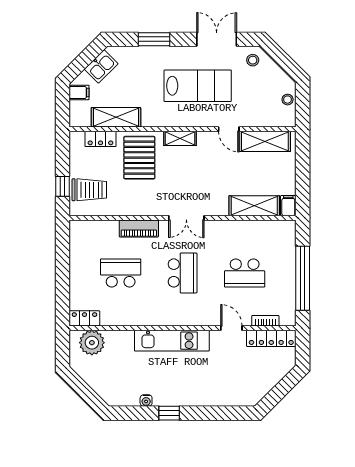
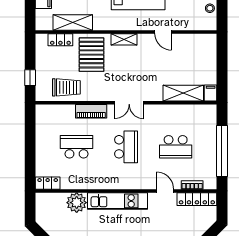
shelving: (265, 141) -> (192, 42), removed
trolley: (89, 190) -> (66, 87), moved
plant: (92, 343) -> (77, 203), moved

